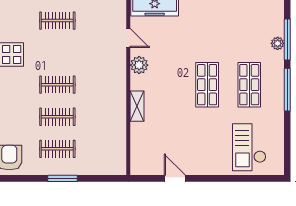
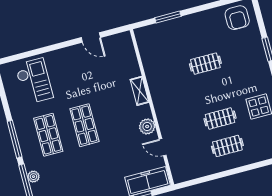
clothes rail: (57, 85) -> (220, 118), moved
clothes rail: (57, 149) -> (198, 36), removed
window: (63, 178) -> (168, 17), moved

